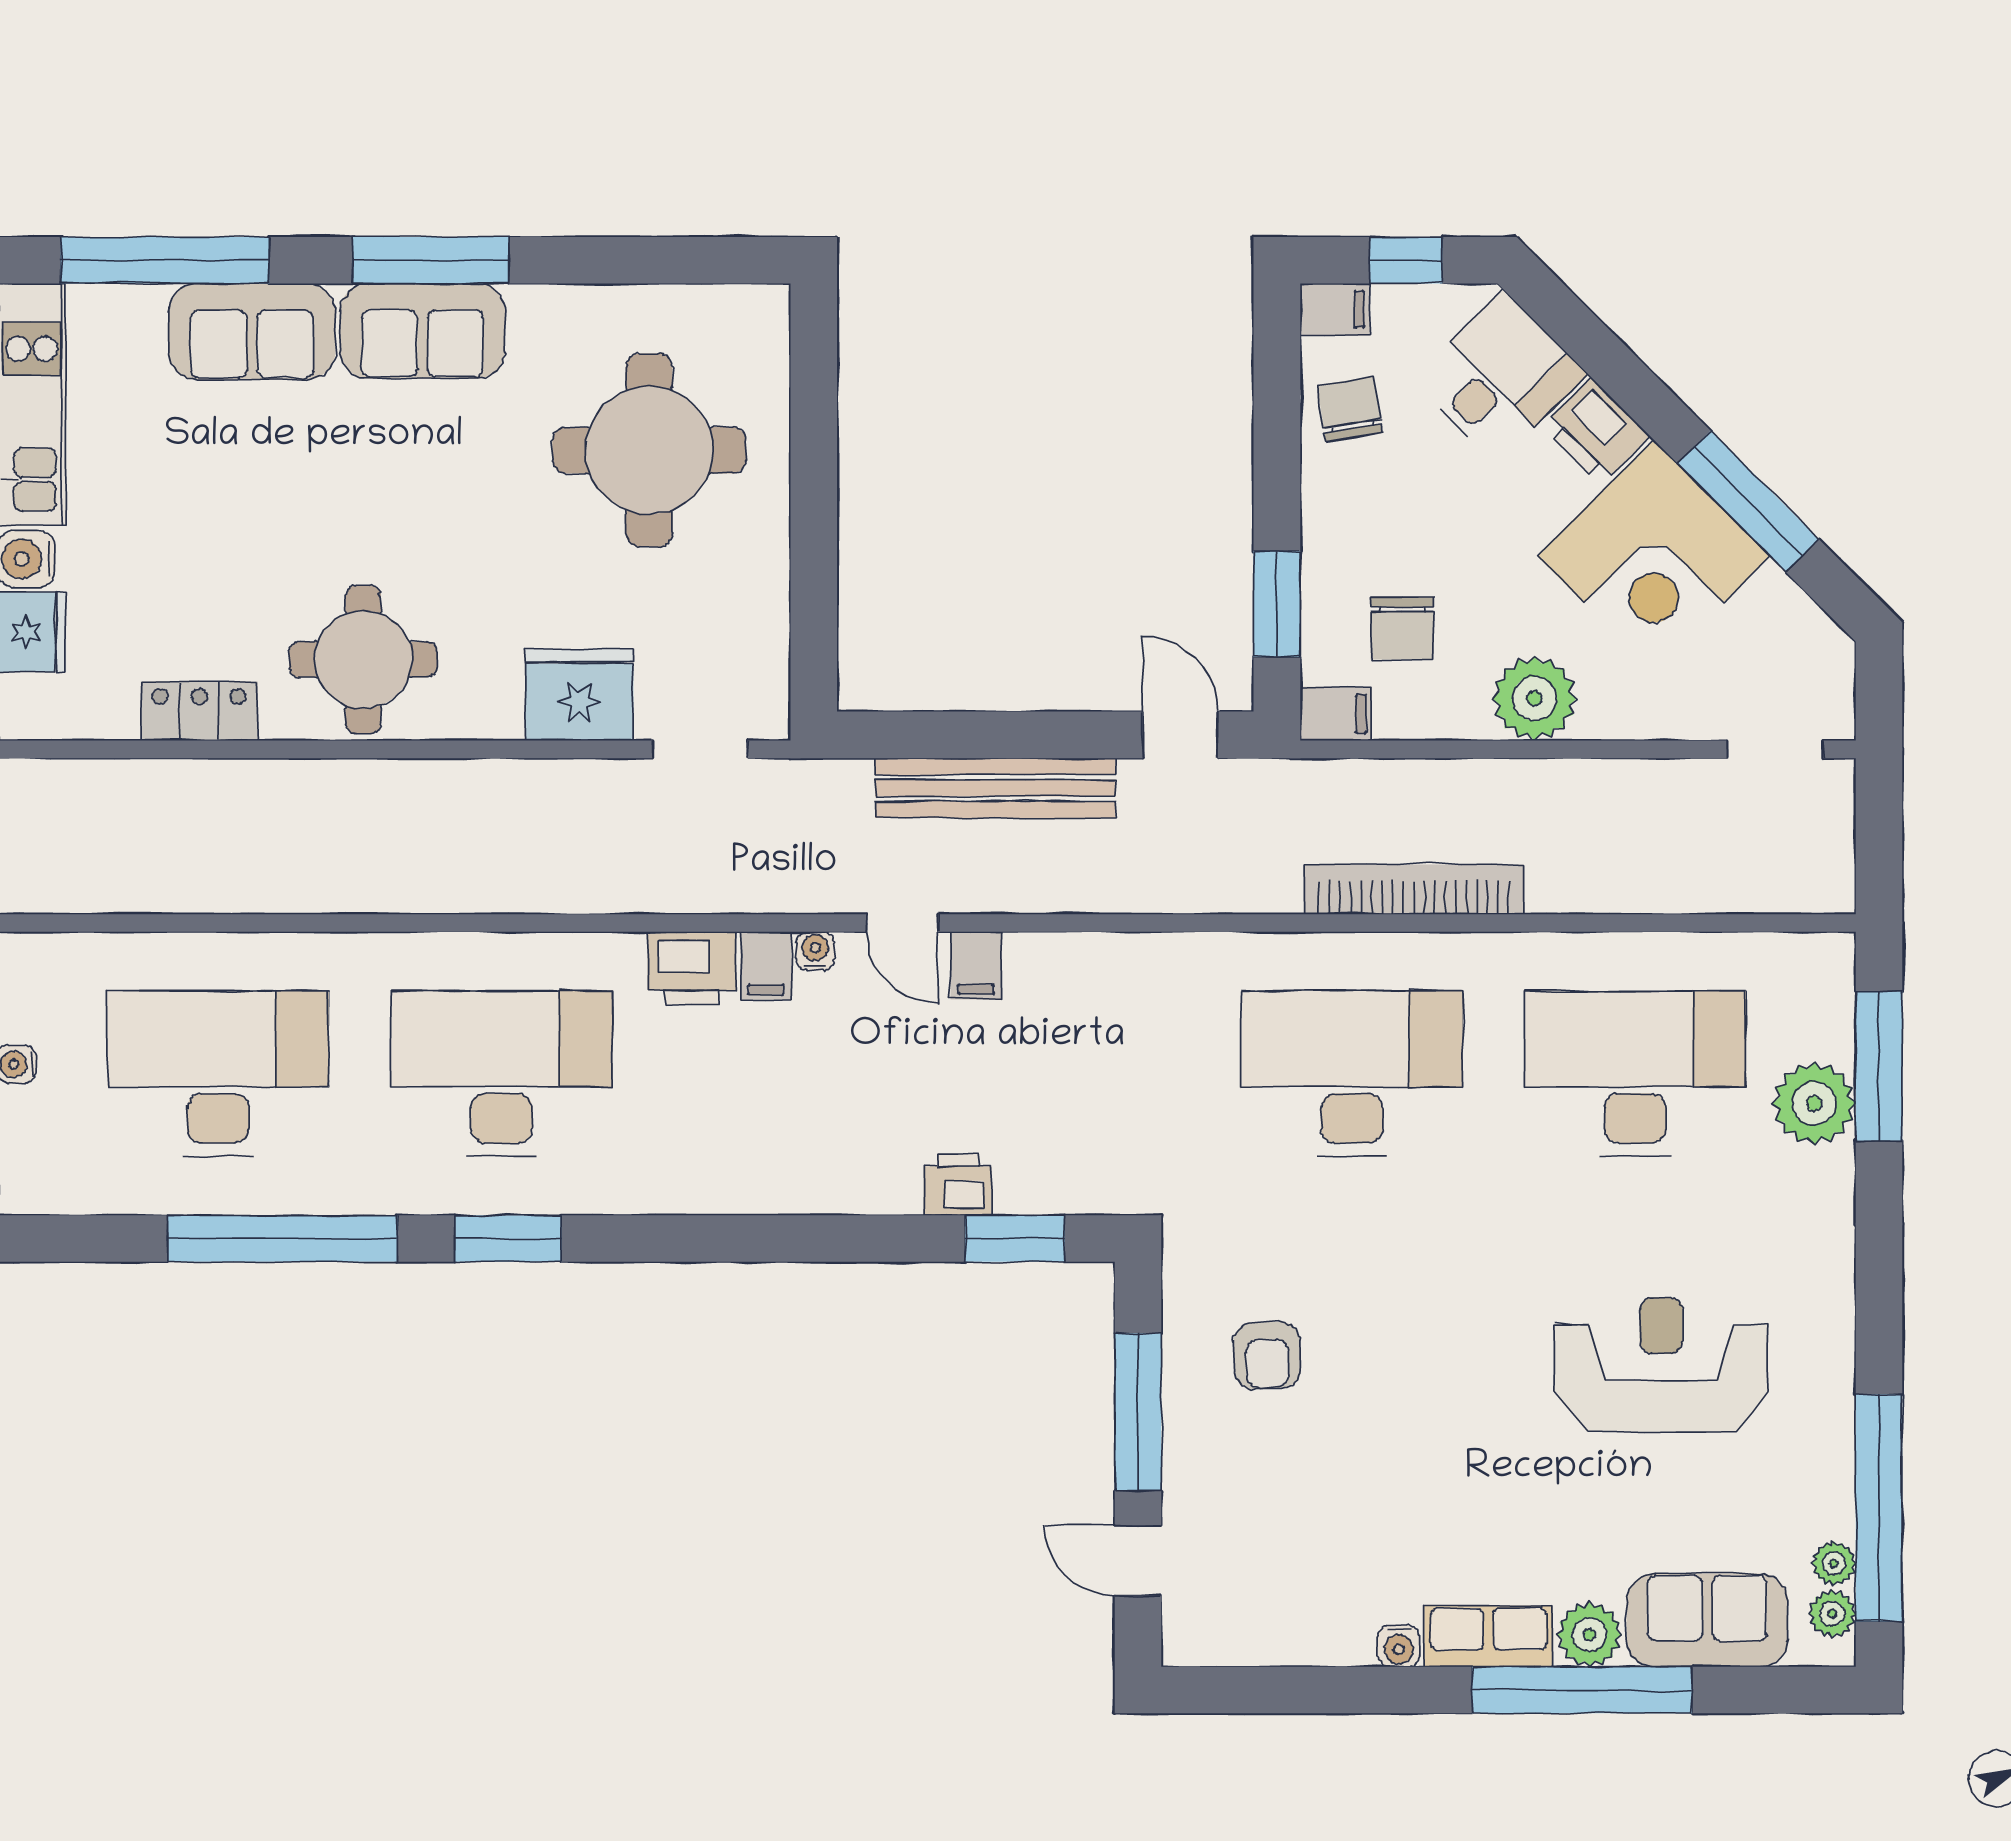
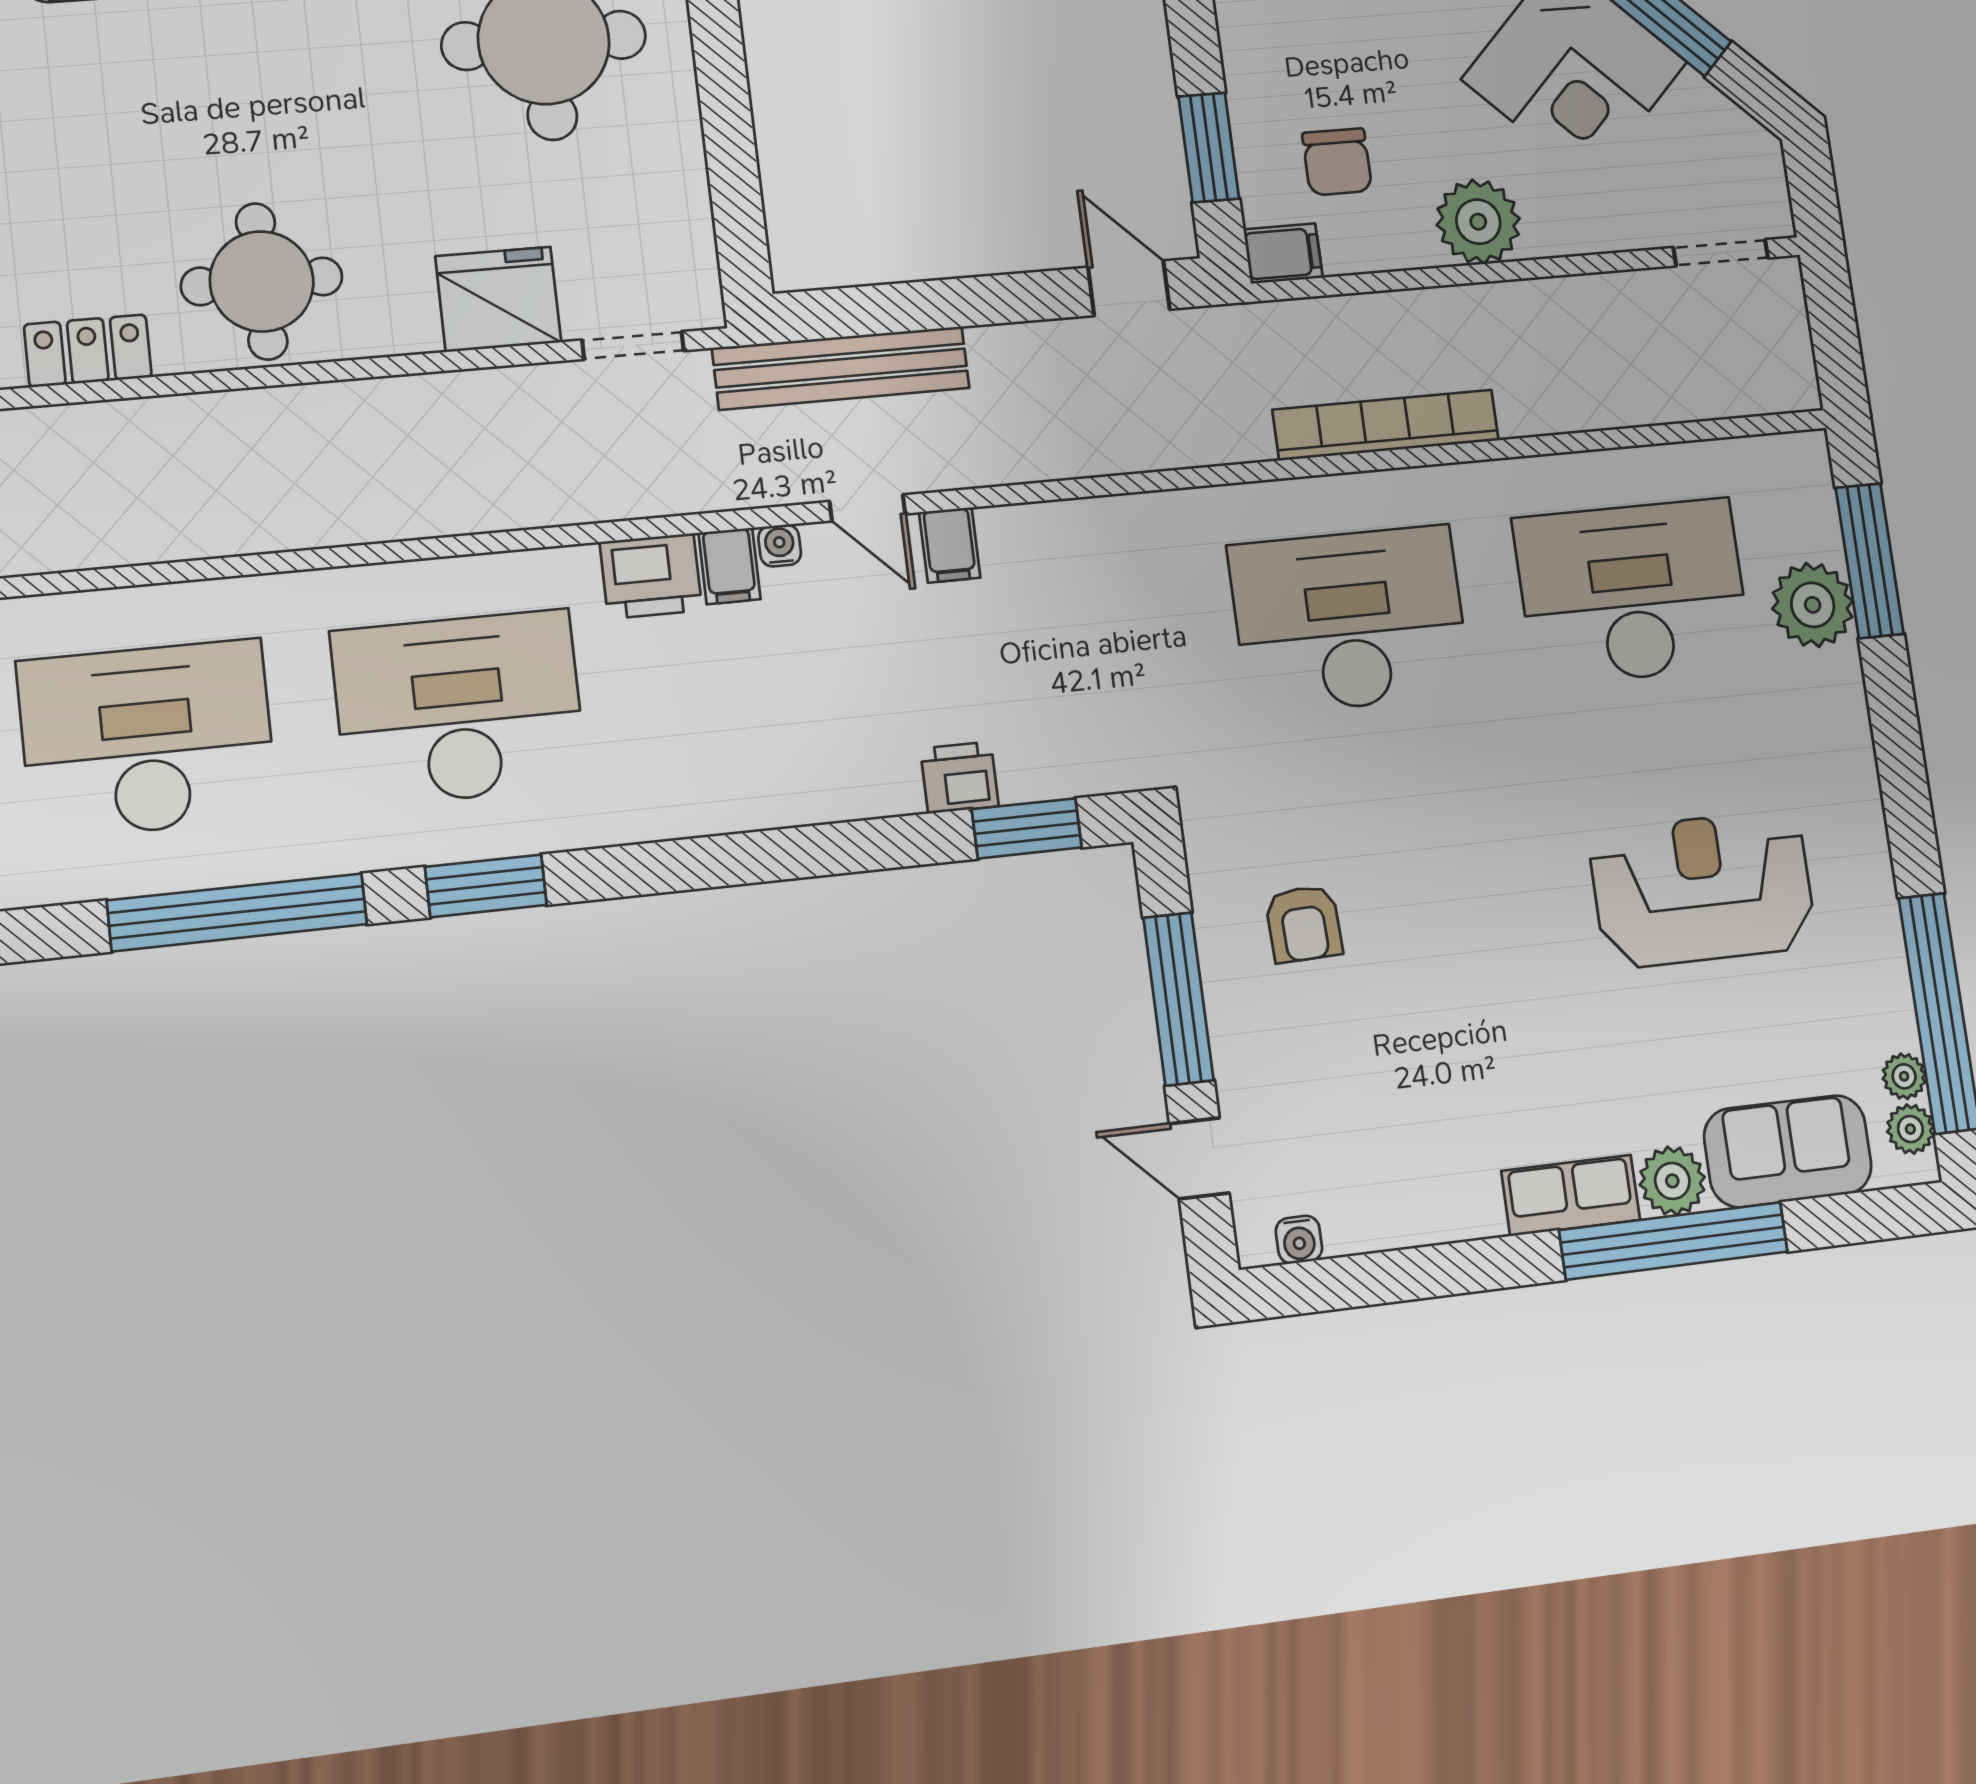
bench: (995, 788) -> (841, 368), moved
water cooler: (1399, 1646) -> (1299, 1240), moved

